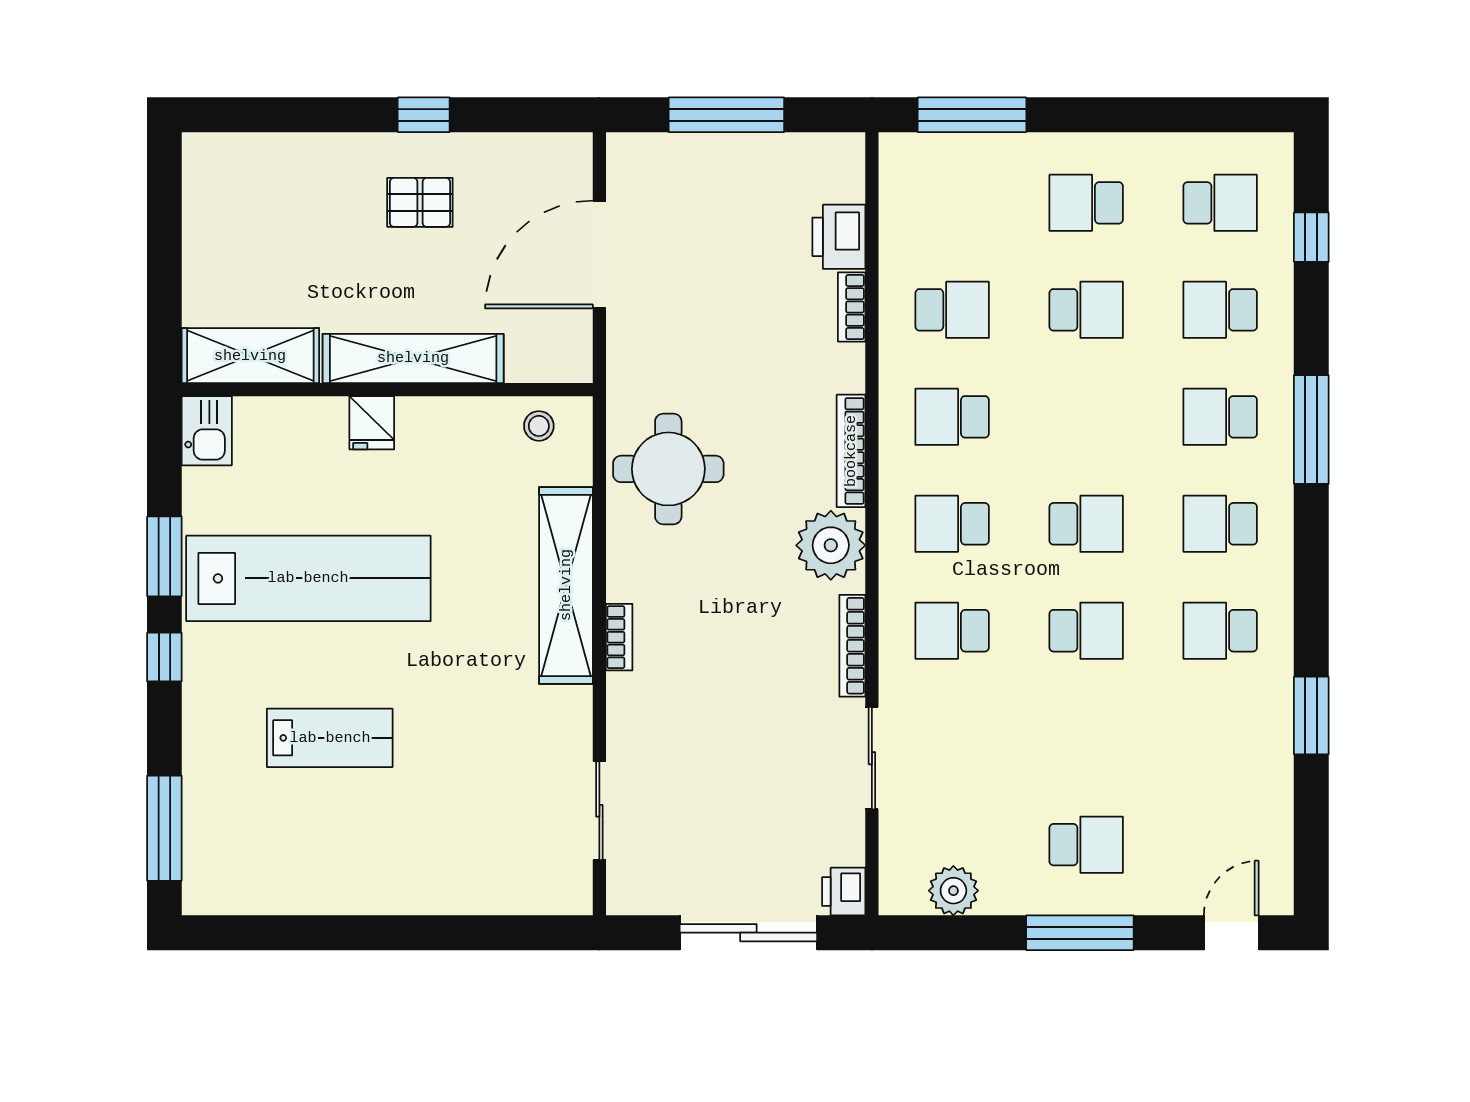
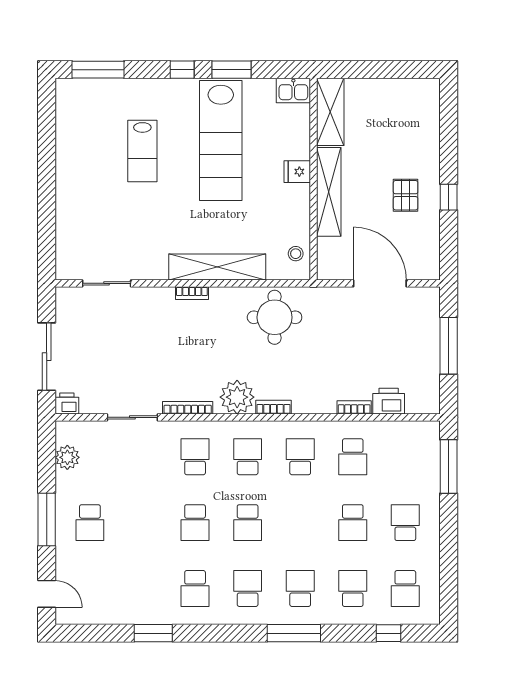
bookcase: (851, 451) -> (273, 407), width x0.64
school desk: (1220, 631) -> (195, 589), turned 180

